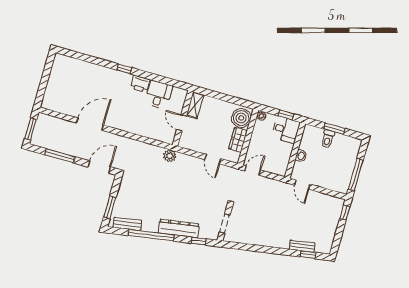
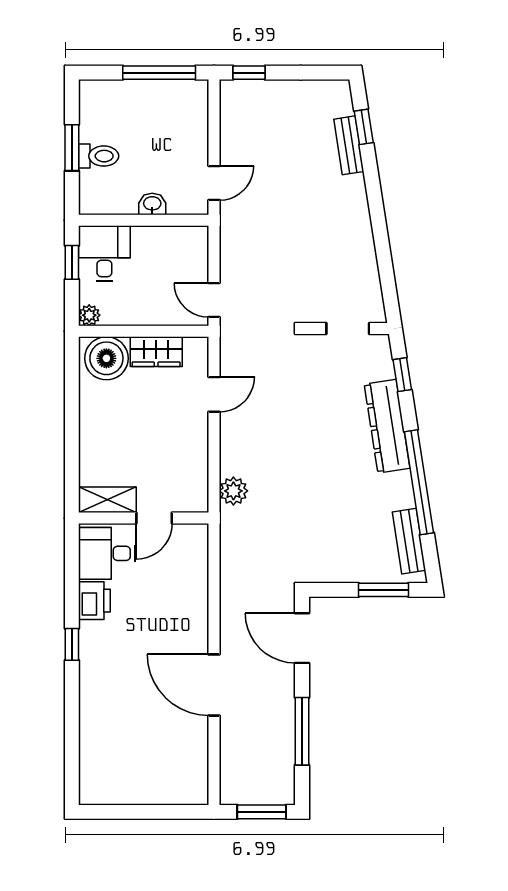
shelving: (195, 105) -> (107, 500), moved
wall: (183, 118) -> (144, 518), moved
door: (182, 123) -> (154, 518), moved

